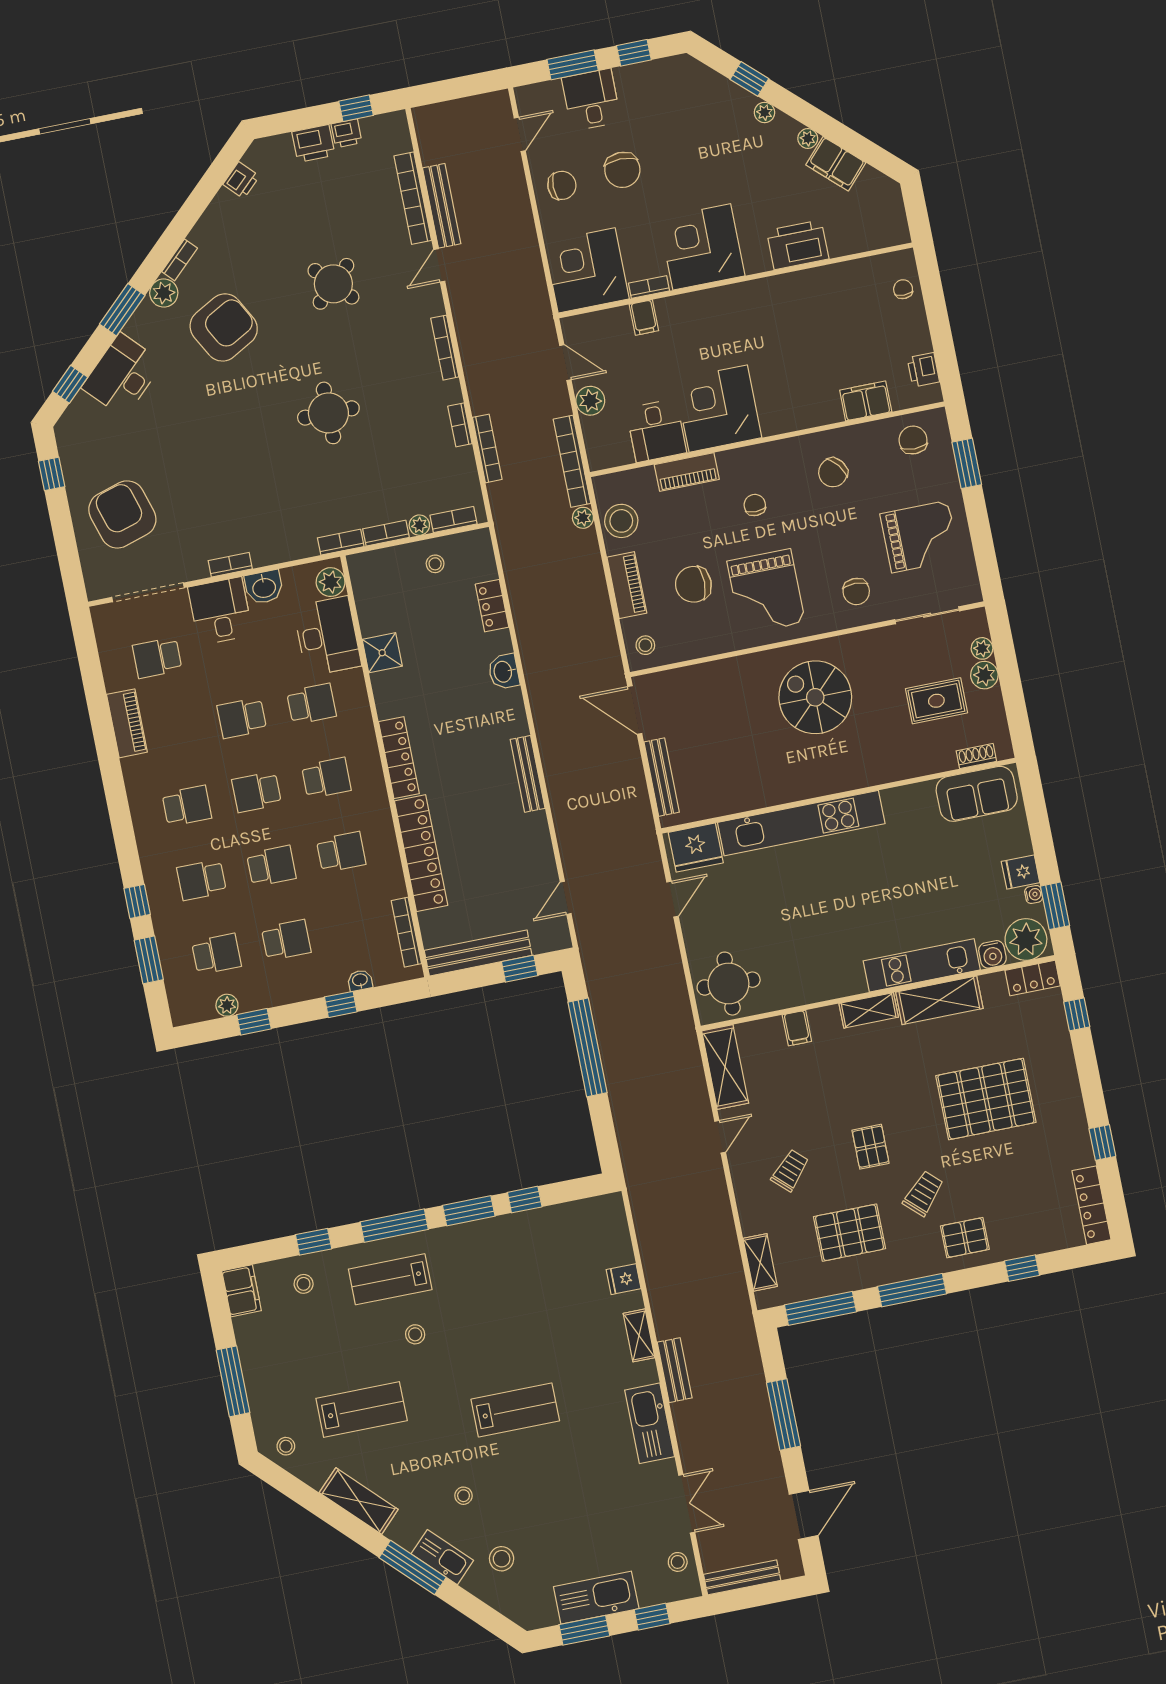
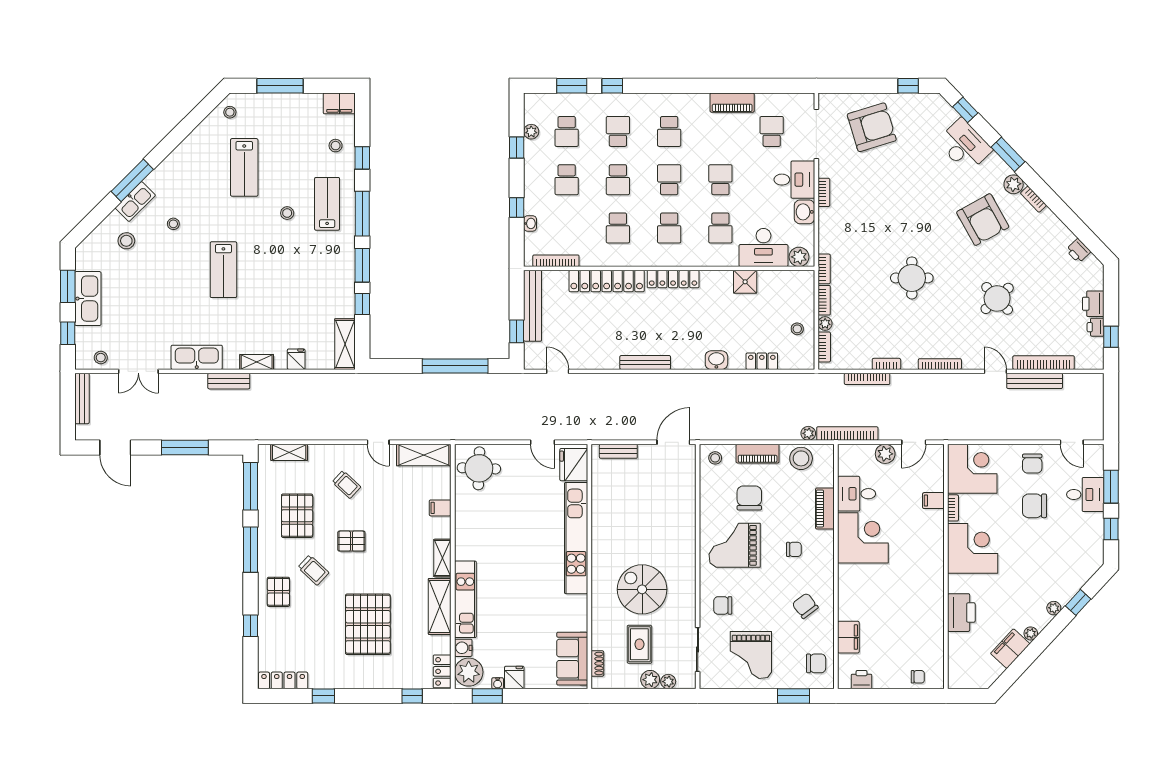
spiral stairs: (815, 697) -> (642, 589), moved, turned -90
bench: (662, 777) -> (618, 451), width x0.73
shelving: (359, 1501) -> (345, 344), moved, turned -45

